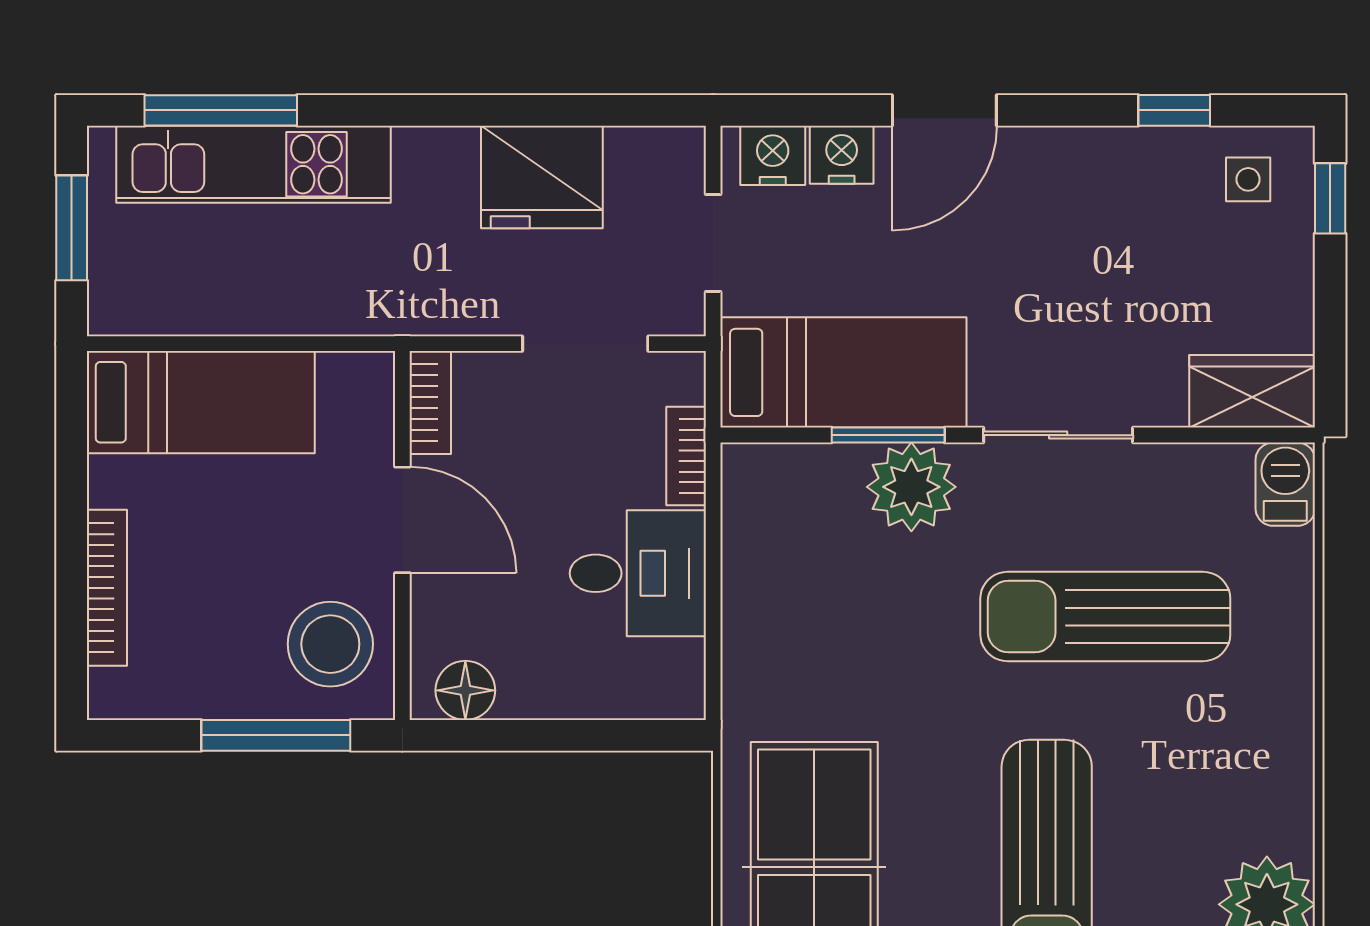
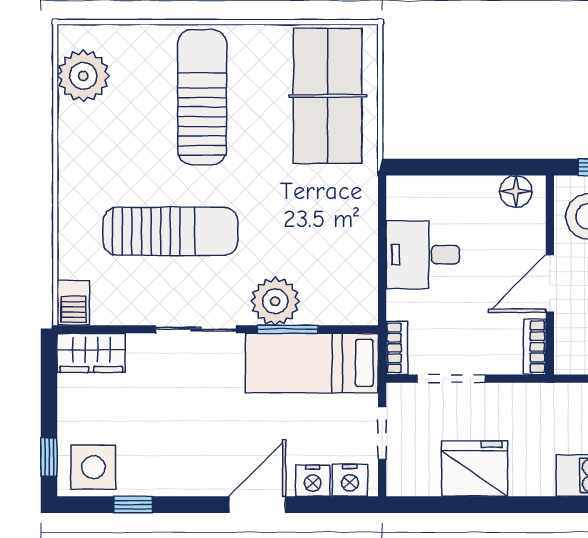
side table: (1248, 179) -> (93, 467), width x1.87, depth x1.87
bookcase: (686, 456) -> (397, 348), moved
door: (402, 520) -> (550, 283), hinge flipped

